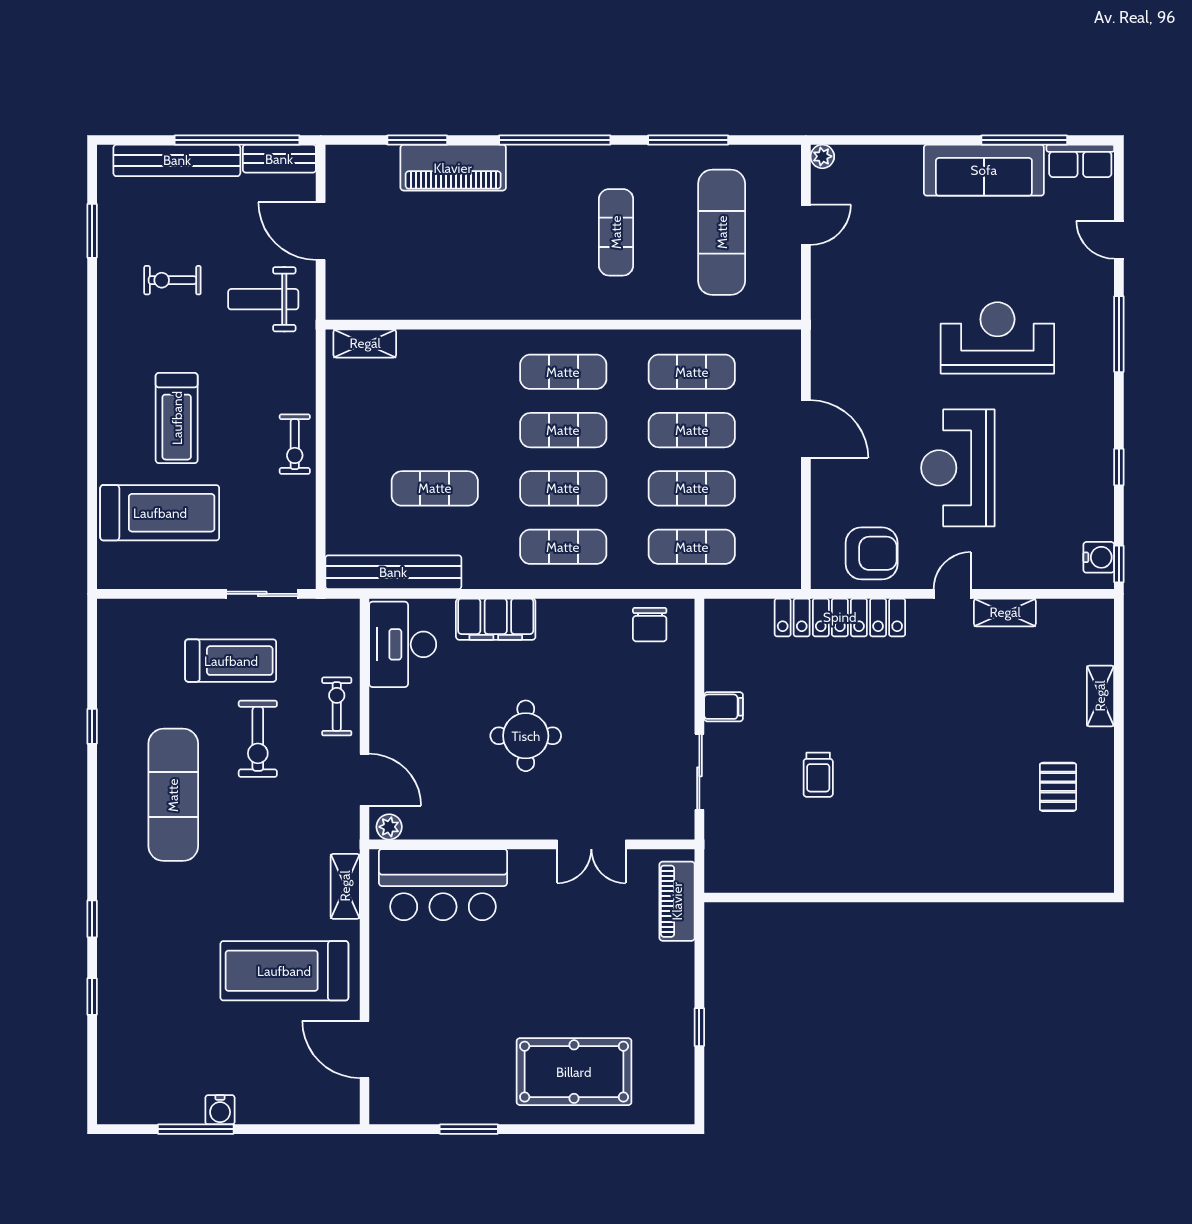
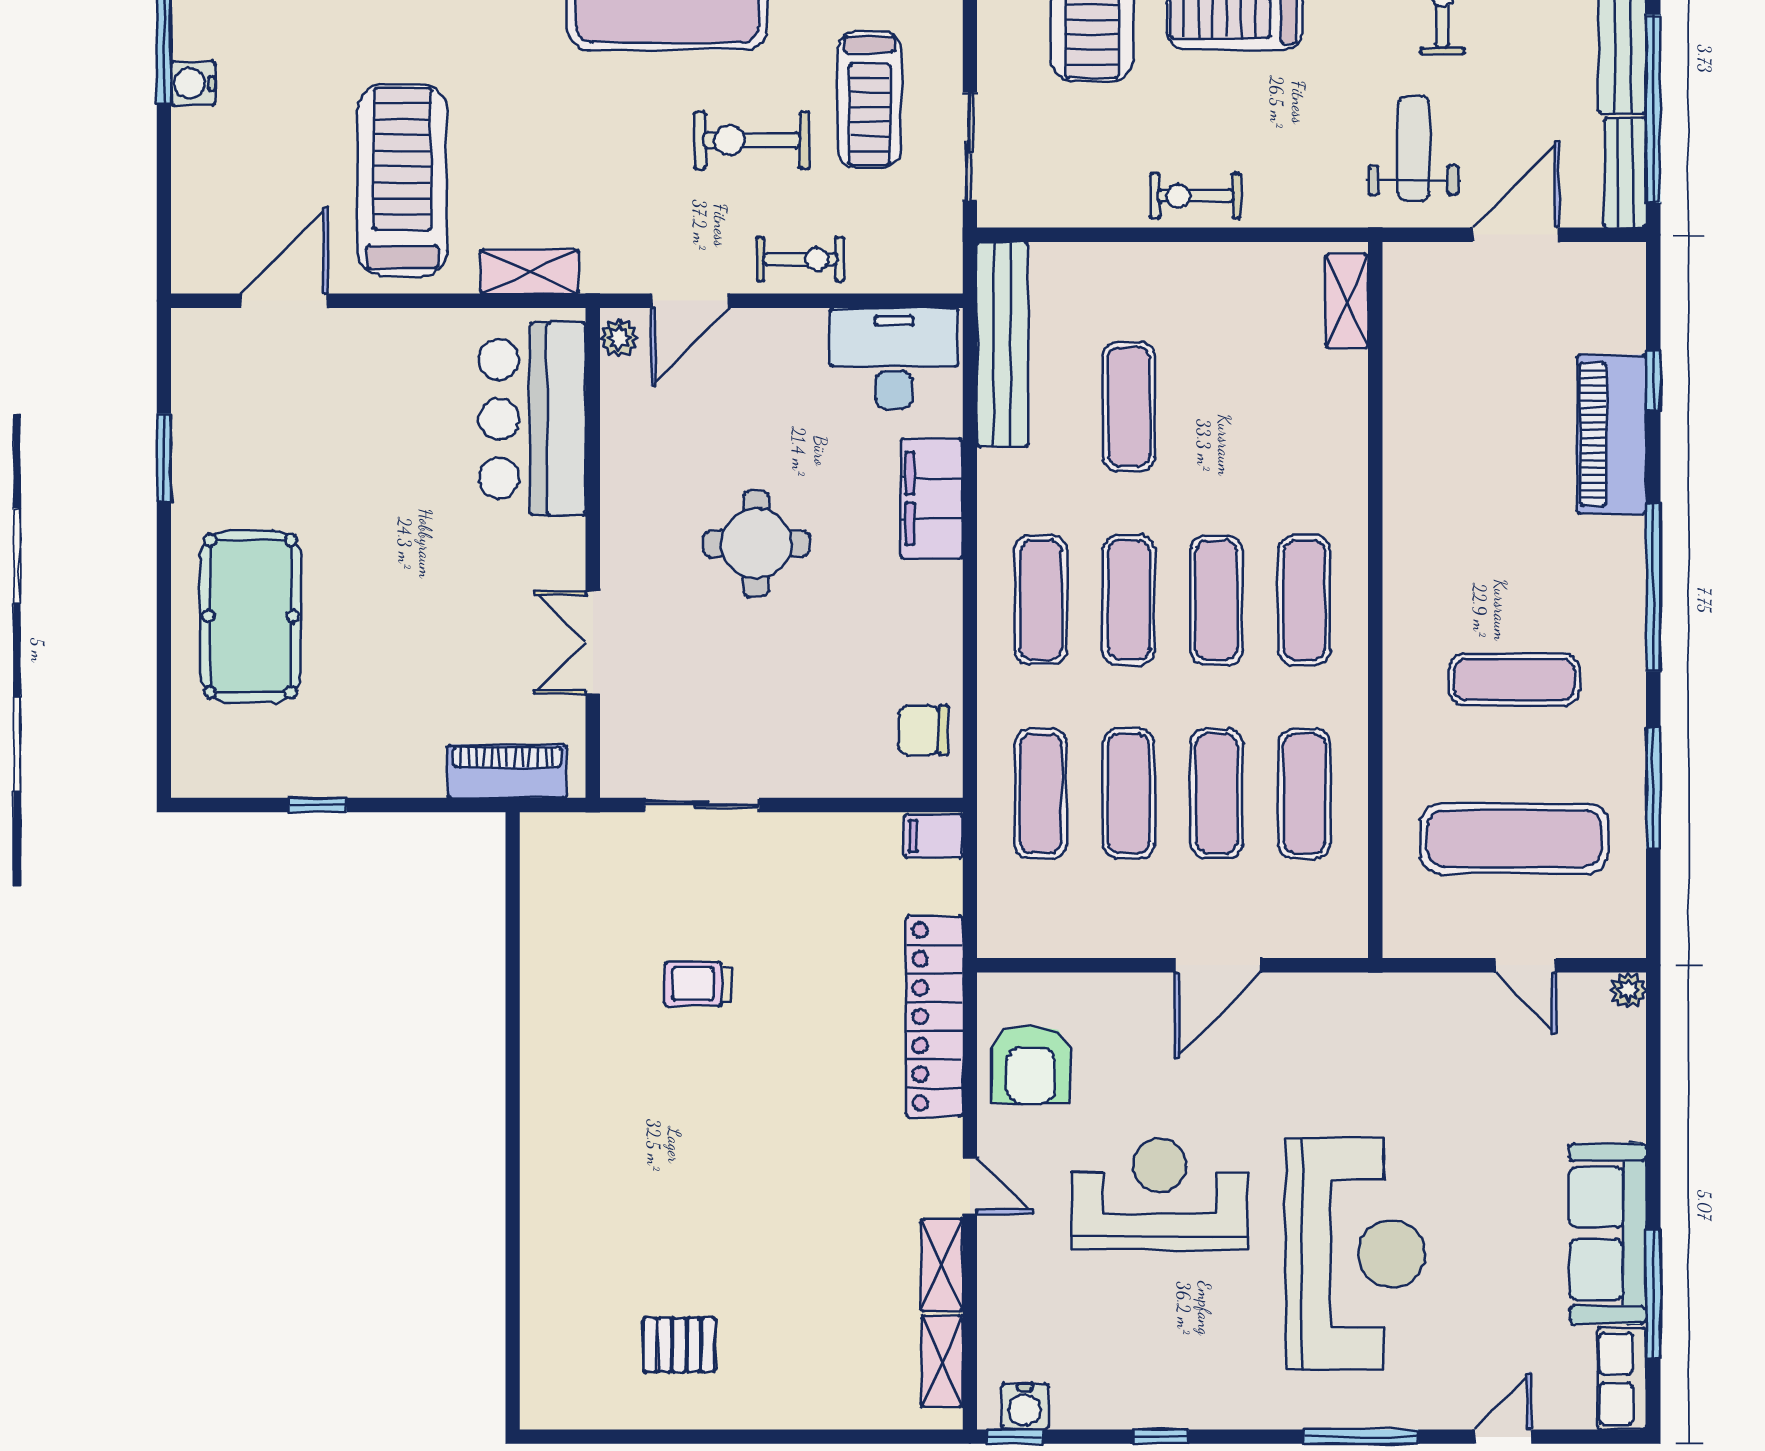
window: (417, 140) -> (1653, 380), width x0.67
reception desk: (997, 338) -> (1355, 1254), width x1.36, depth x1.30
shelving: (1100, 696) -> (942, 1361), moved, turned 90
filing cabinet: (724, 707) -> (934, 836), moved, turned 90

